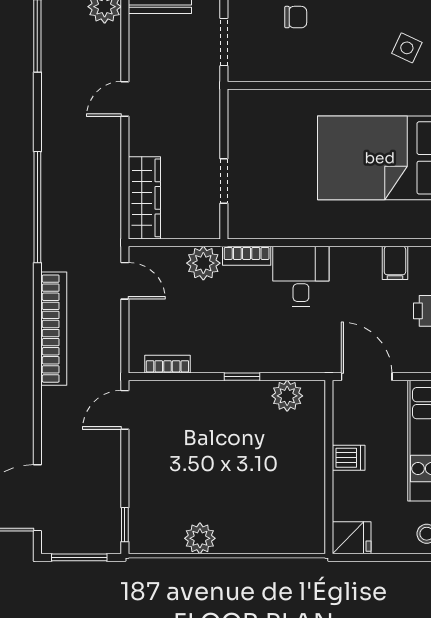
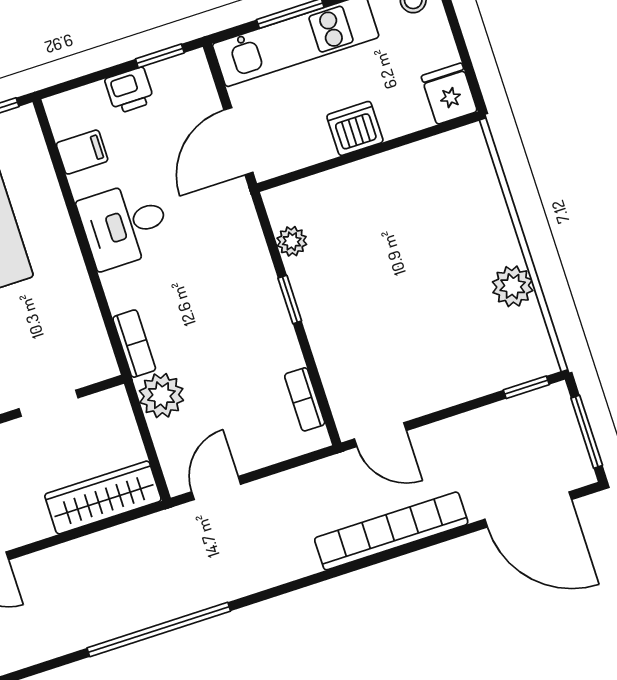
desk: (301, 276) -> (125, 225), moved
bookcase: (54, 329) -> (391, 531), moved
plant: (287, 396) -> (292, 241), width x0.73, depth x0.73
dishwasher: (349, 458) -> (355, 128), width x1.38

